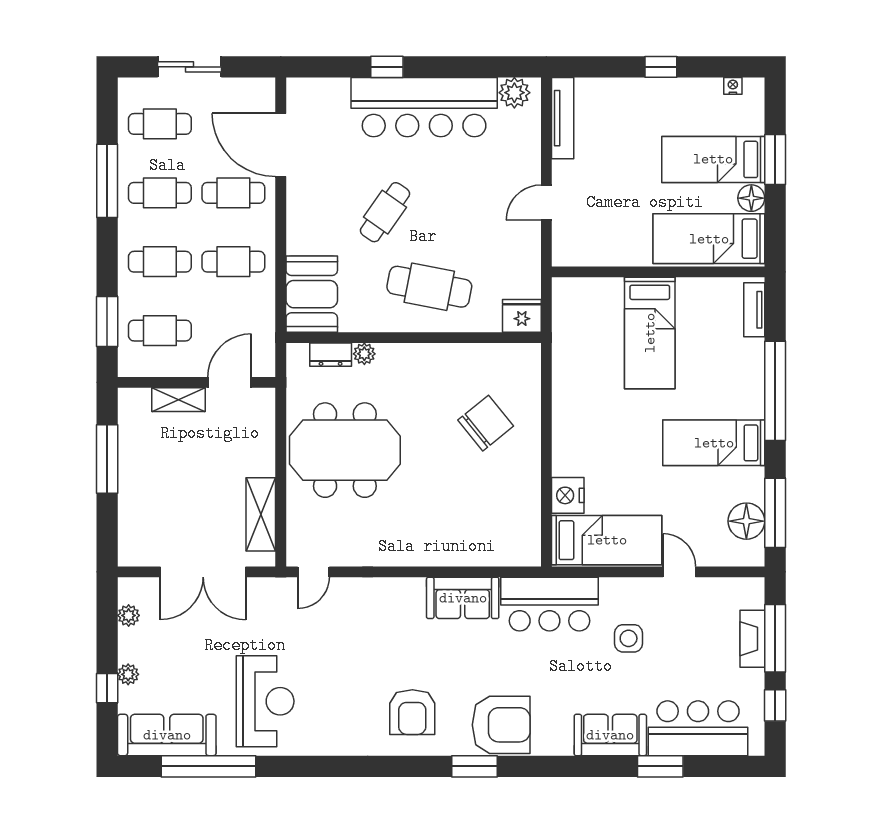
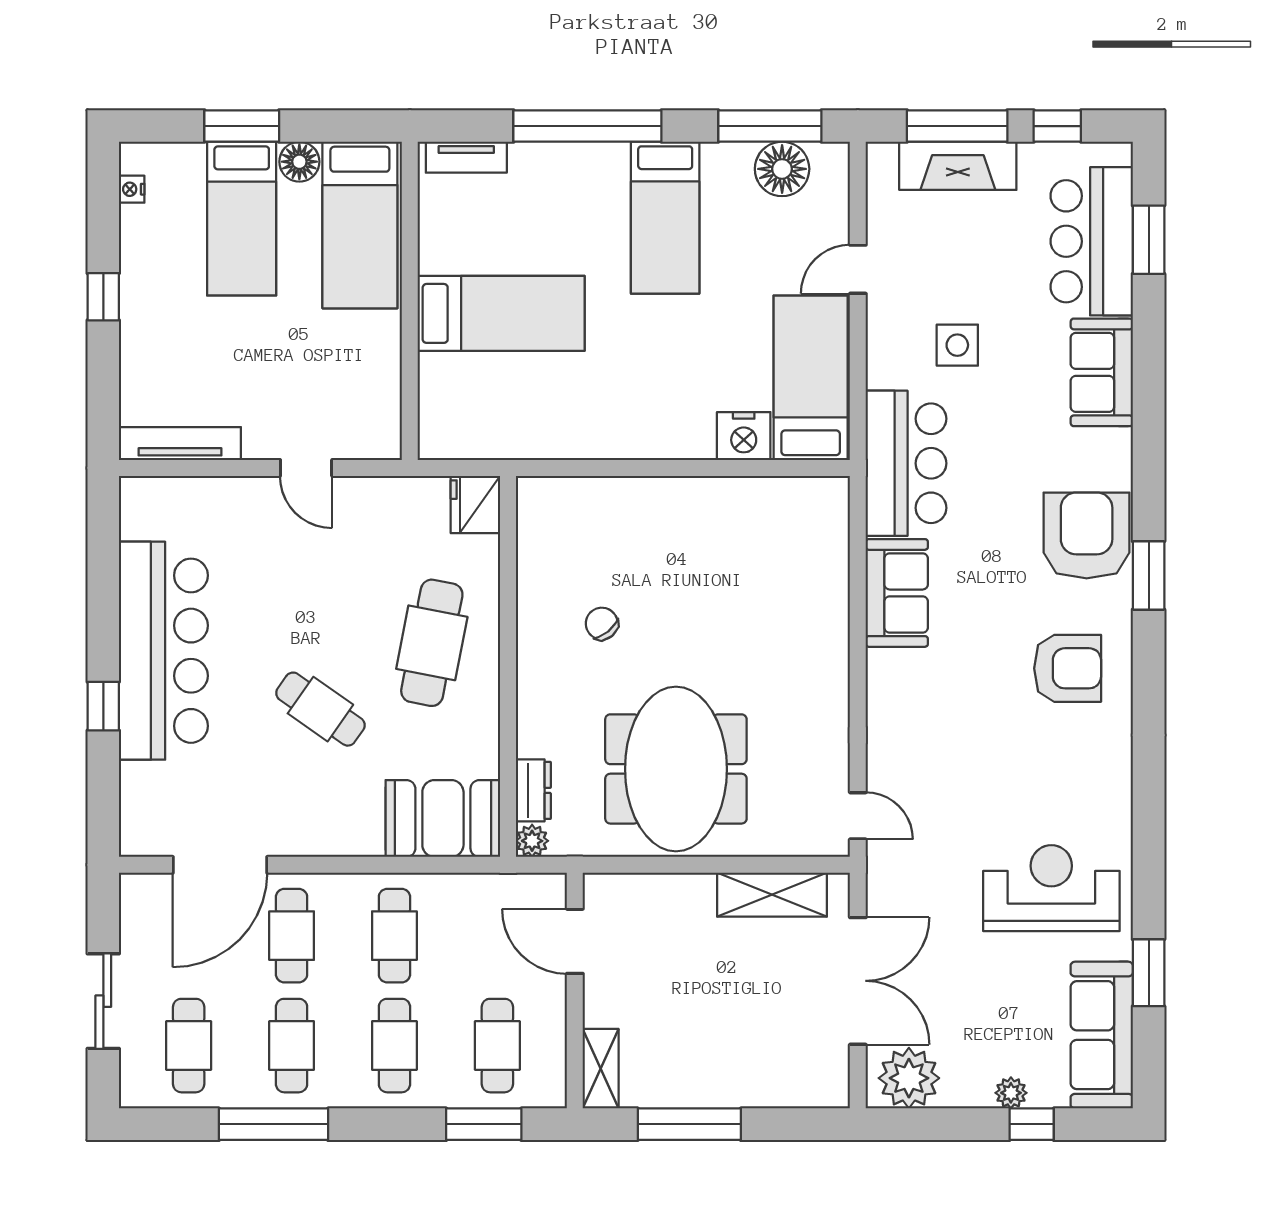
plant: (514, 93) -> (142, 516), removed
plant: (364, 354) -> (532, 841), moved
shelving: (178, 400) -> (601, 1069), moved
chair: (486, 423) -> (602, 624), moved, width x0.54, depth x0.54
plant: (129, 615) -> (909, 1078), width x1.87, depth x1.87
fireplace: (752, 639) -> (958, 166), width x1.37, depth x1.32
window: (209, 766) -> (1149, 973), width x0.47
window: (660, 766) -> (1149, 240), moved

